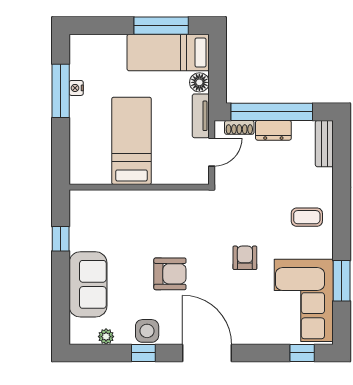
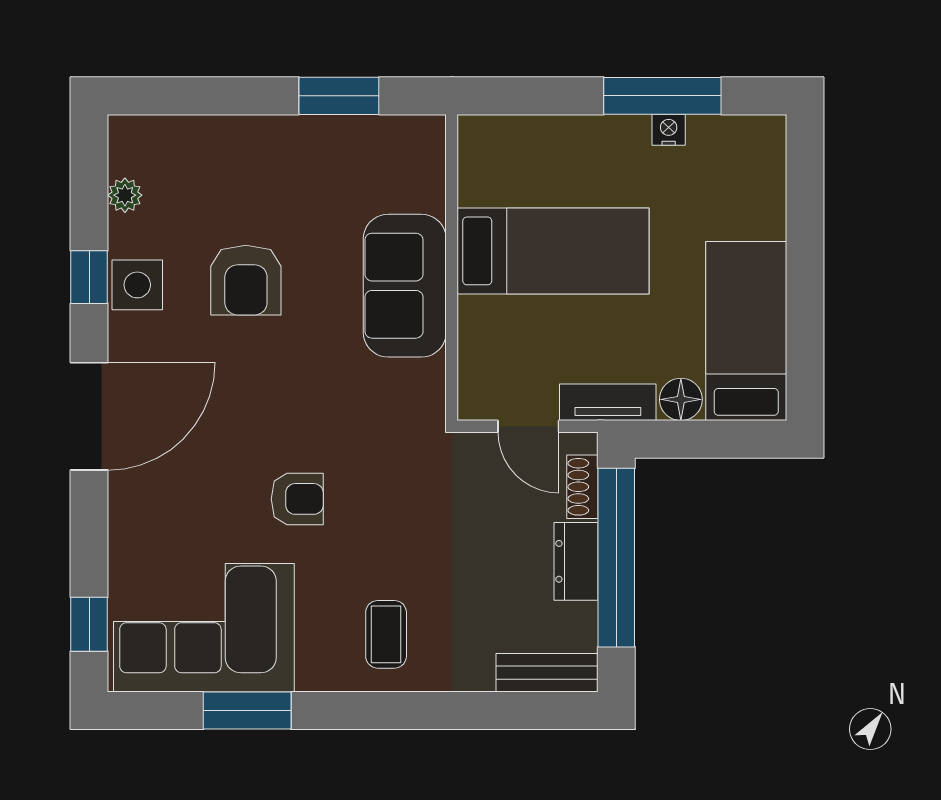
window: (161, 26) -> (805, 316), removed
window: (61, 239) -> (339, 96), width x1.50
armchair: (170, 274) -> (246, 280), moved
sofa: (88, 284) -> (405, 286), moved, turned 90

